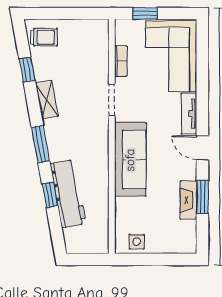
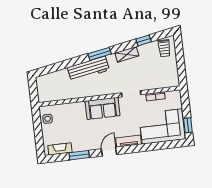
window: (145, 13) -> (188, 125), moved
sofa: (130, 160) -> (103, 108), width x0.73
workbench: (68, 194) -> (88, 69), moved
window: (50, 195) -> (70, 63), removed
fireplace: (188, 200) -> (60, 149), moved

